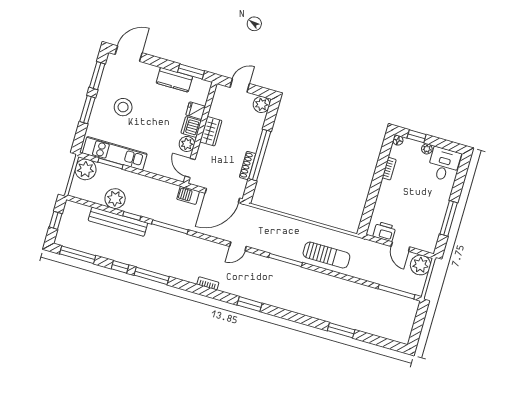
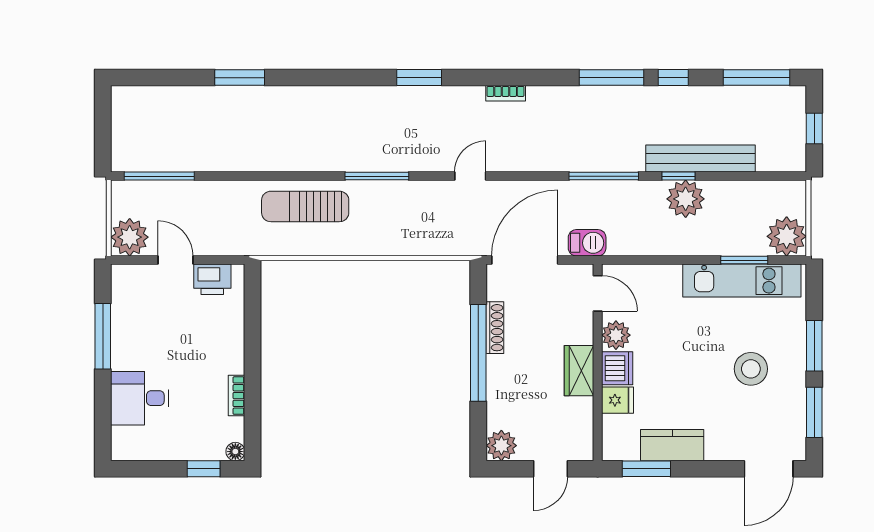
plant: (427, 149) -> (178, 451), removed
desk: (444, 164) -> (140, 398), moved, turned 90
plant: (115, 199) -> (686, 199), moved

